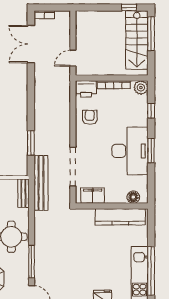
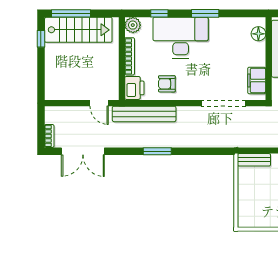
window: (31, 143) -> (157, 151), moved
desk: (130, 151) -> (181, 38), moved
bench: (41, 183) -> (144, 114), moved

